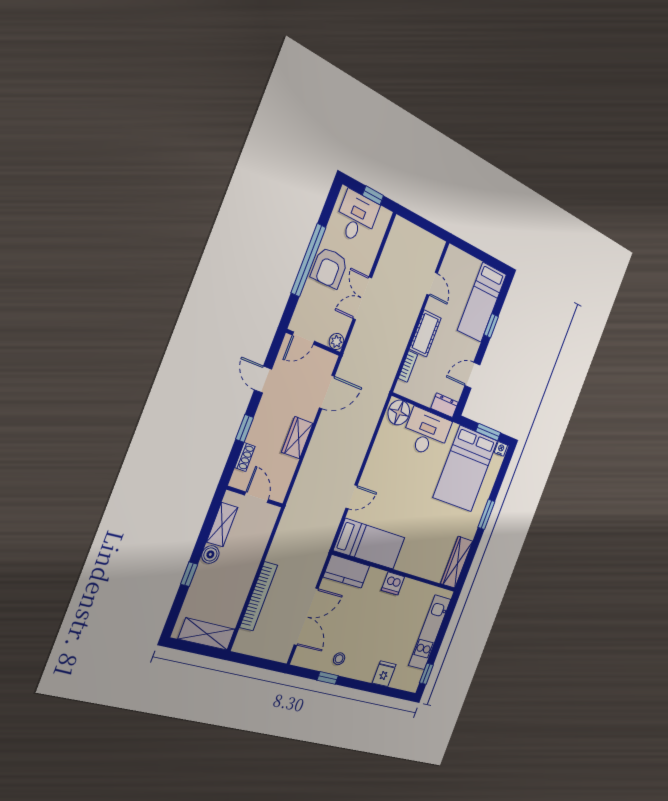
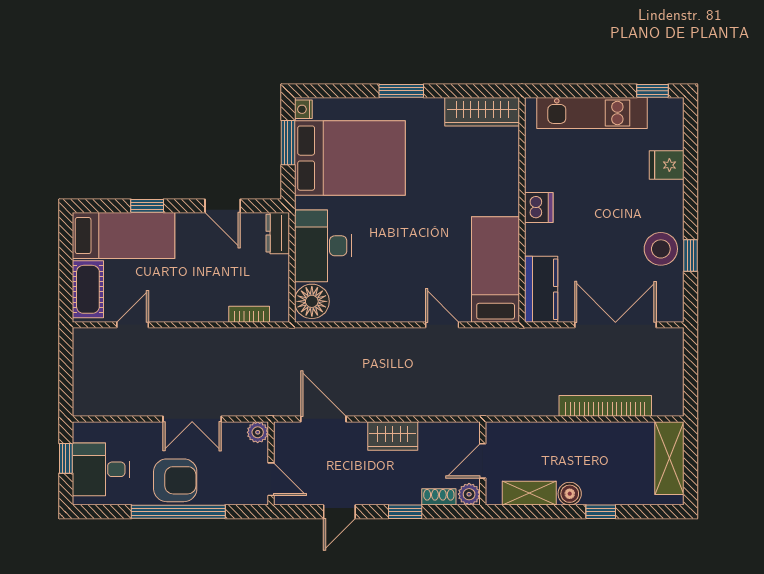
cot: (425, 334) -> (88, 289), moved, turned 90
plant: (238, 480) -> (469, 494), added
stool: (339, 659) -> (661, 249), width x1.89, depth x1.89

